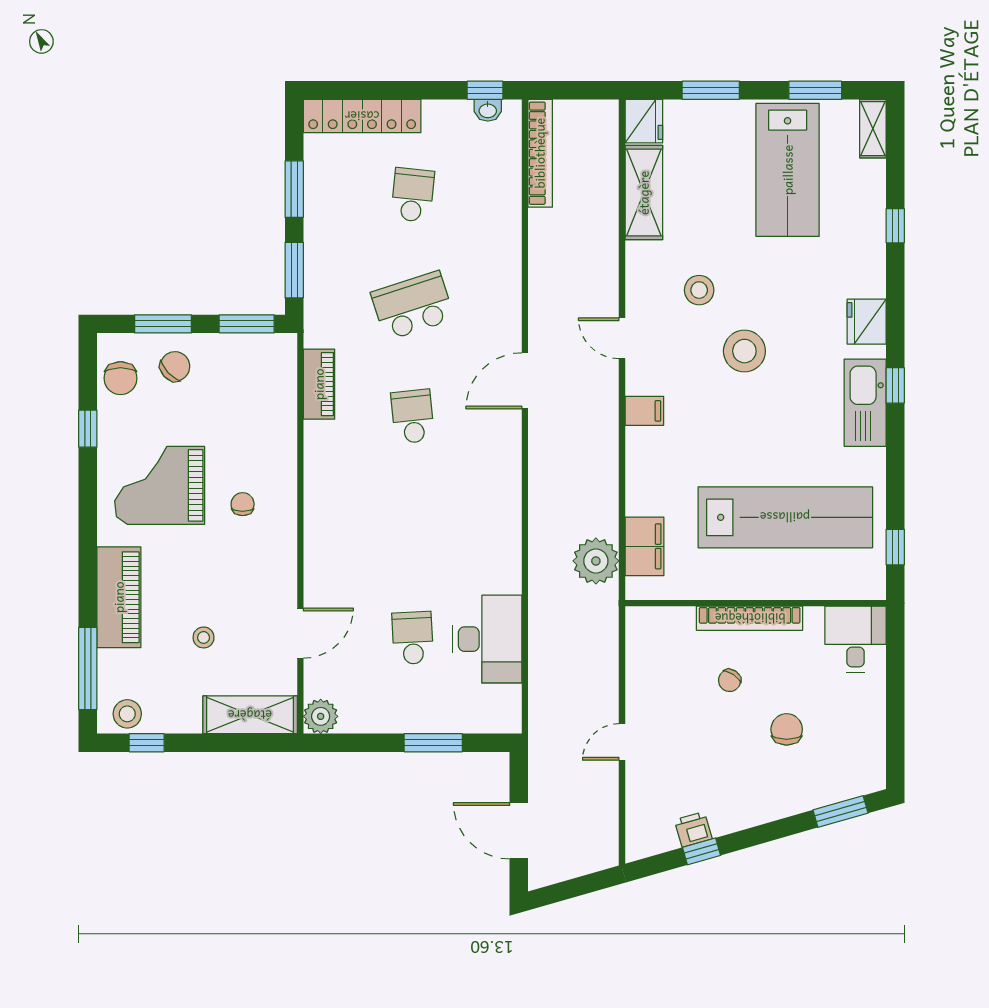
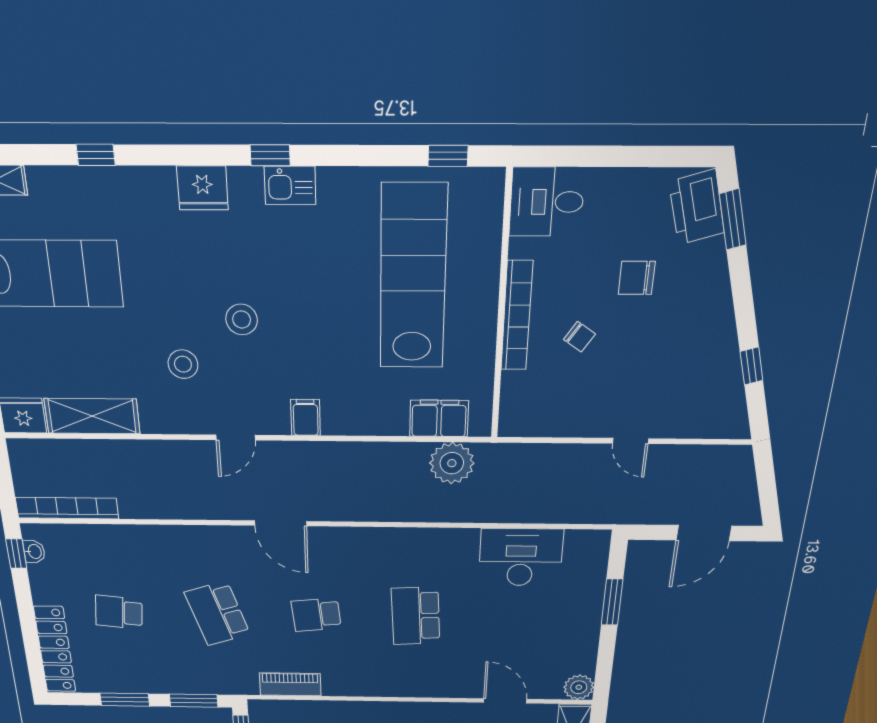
stool: (744, 351) -> (242, 319), width x0.73, depth x0.73
kitchen sink: (865, 403) -> (290, 185), width x0.53, depth x0.81
school desk: (413, 638) -> (416, 616), moved, width x1.85
printer: (693, 829) -> (697, 207), moved, width x1.87, depth x1.48

